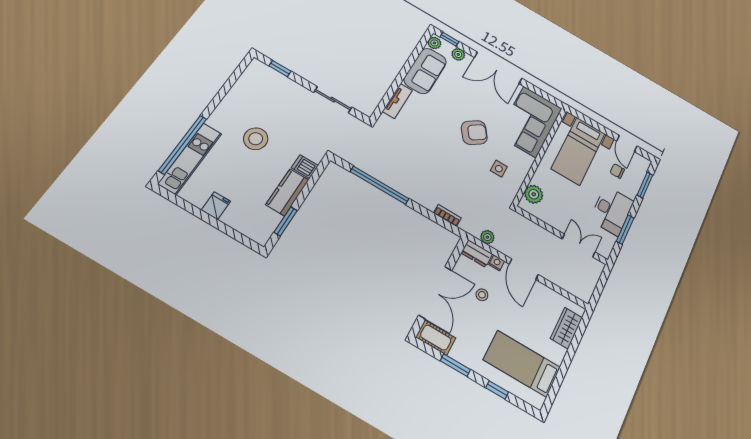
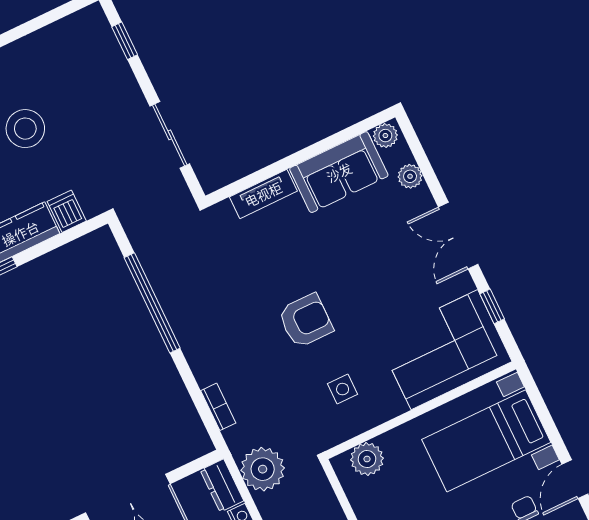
window: (449, 39) -> (492, 306), moved
double door: (498, 68) -> (458, 236), width x0.73
armchair: (474, 133) -> (306, 321), moved, turned -54
plant: (487, 237) -> (263, 469), width x1.88, depth x1.88

